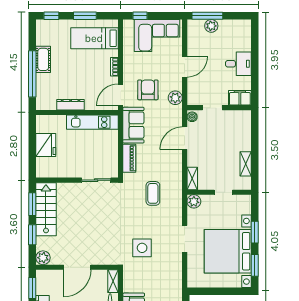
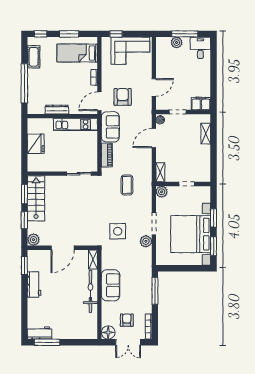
window: (207, 16) -> (185, 34), moved
cot: (43, 59) -> (34, 57), moved
desk: (238, 64) -> (200, 48), moved, turned -90
door: (185, 67) -> (154, 87), moved
plant: (175, 98) -> (146, 241), moved
shelving: (246, 164) -> (206, 134), moved

